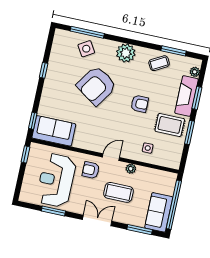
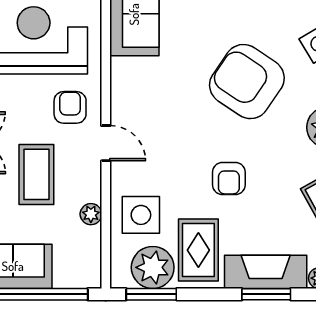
window: (189, 133) -> (151, 294), moved
side table: (148, 148) -> (141, 215), width x1.87, depth x1.87
plant: (173, 148) -> (153, 267), added
plant: (131, 169) -> (91, 214), moved

